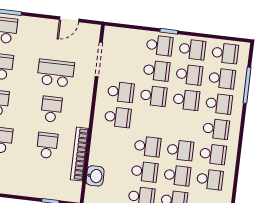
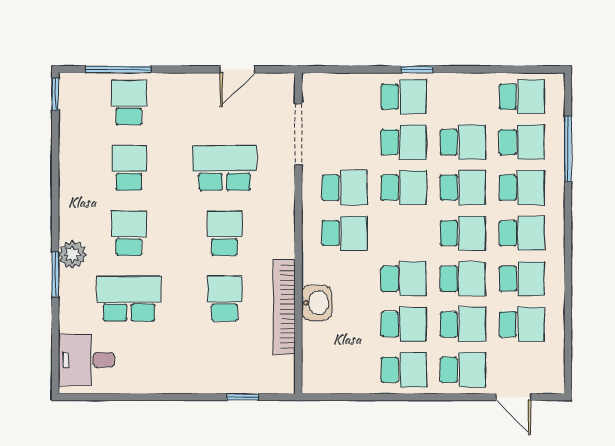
school desk: (192, 49) -> (463, 233), moved
washbasin: (95, 176) -> (317, 303), moved

